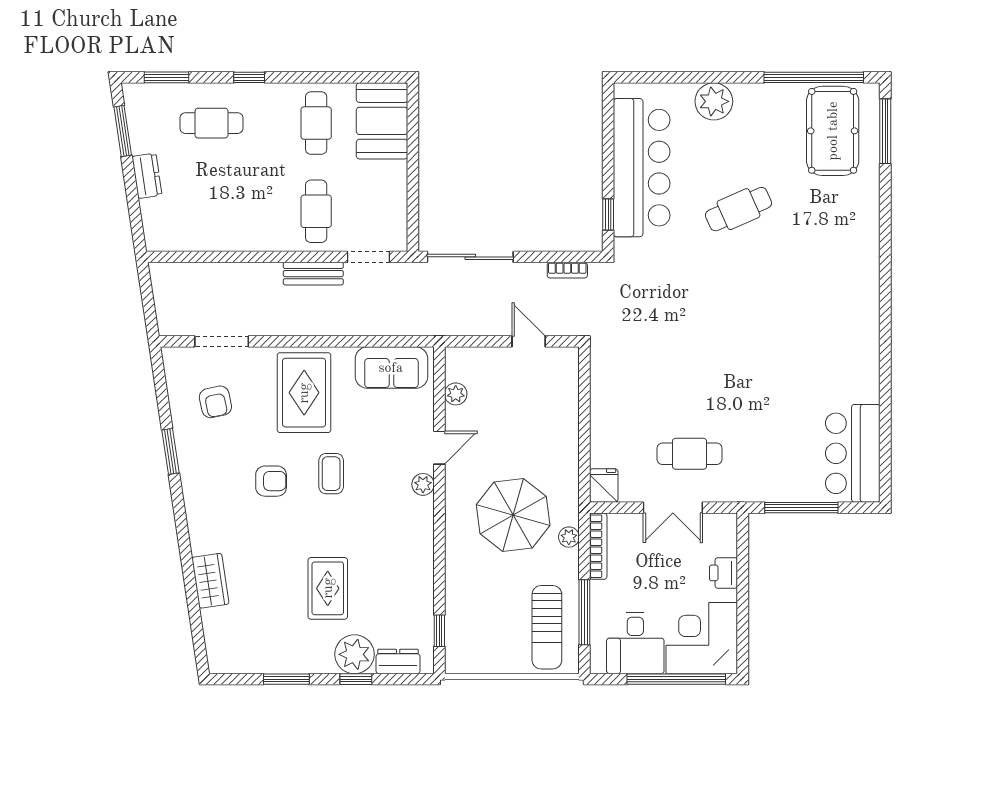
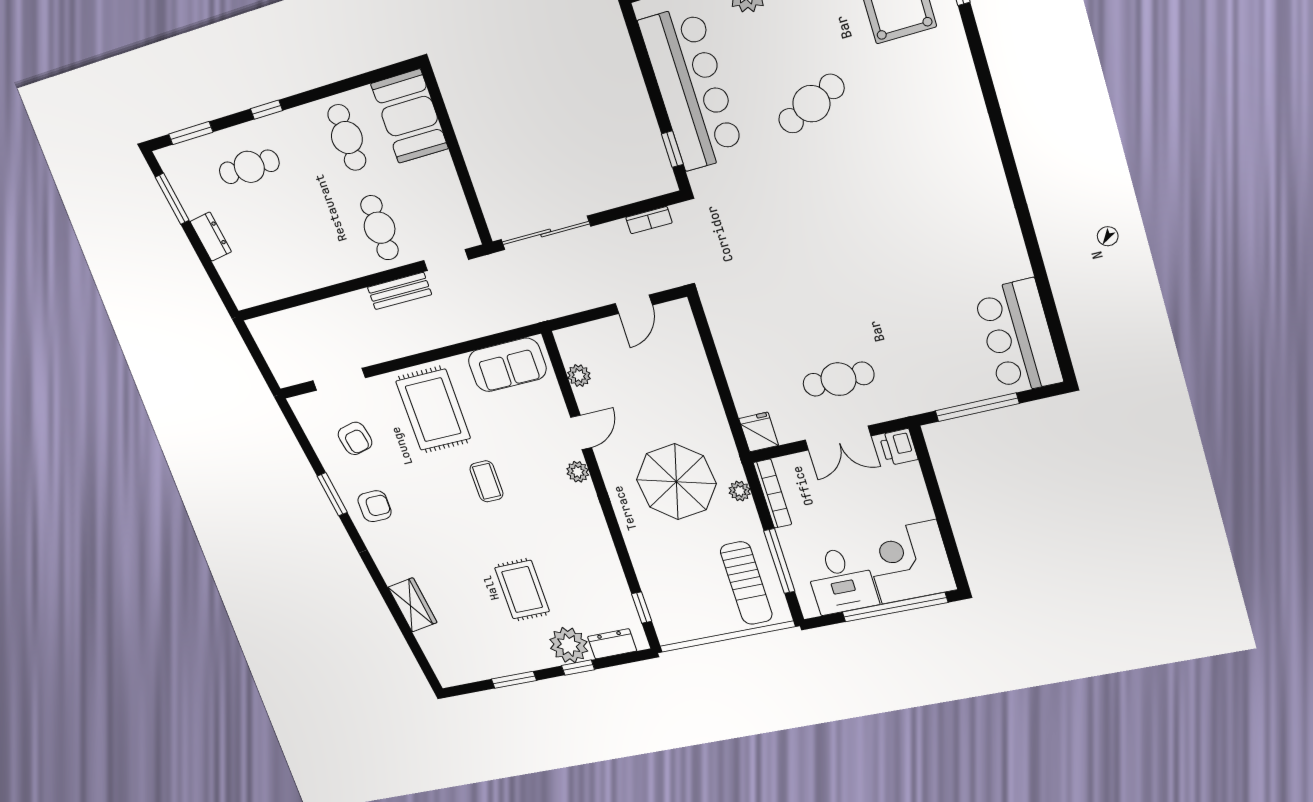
door: (529, 341) -> (634, 304), swing flipped
armchair: (271, 481) -> (375, 506), moved
printer: (723, 573) -> (898, 447), moved

